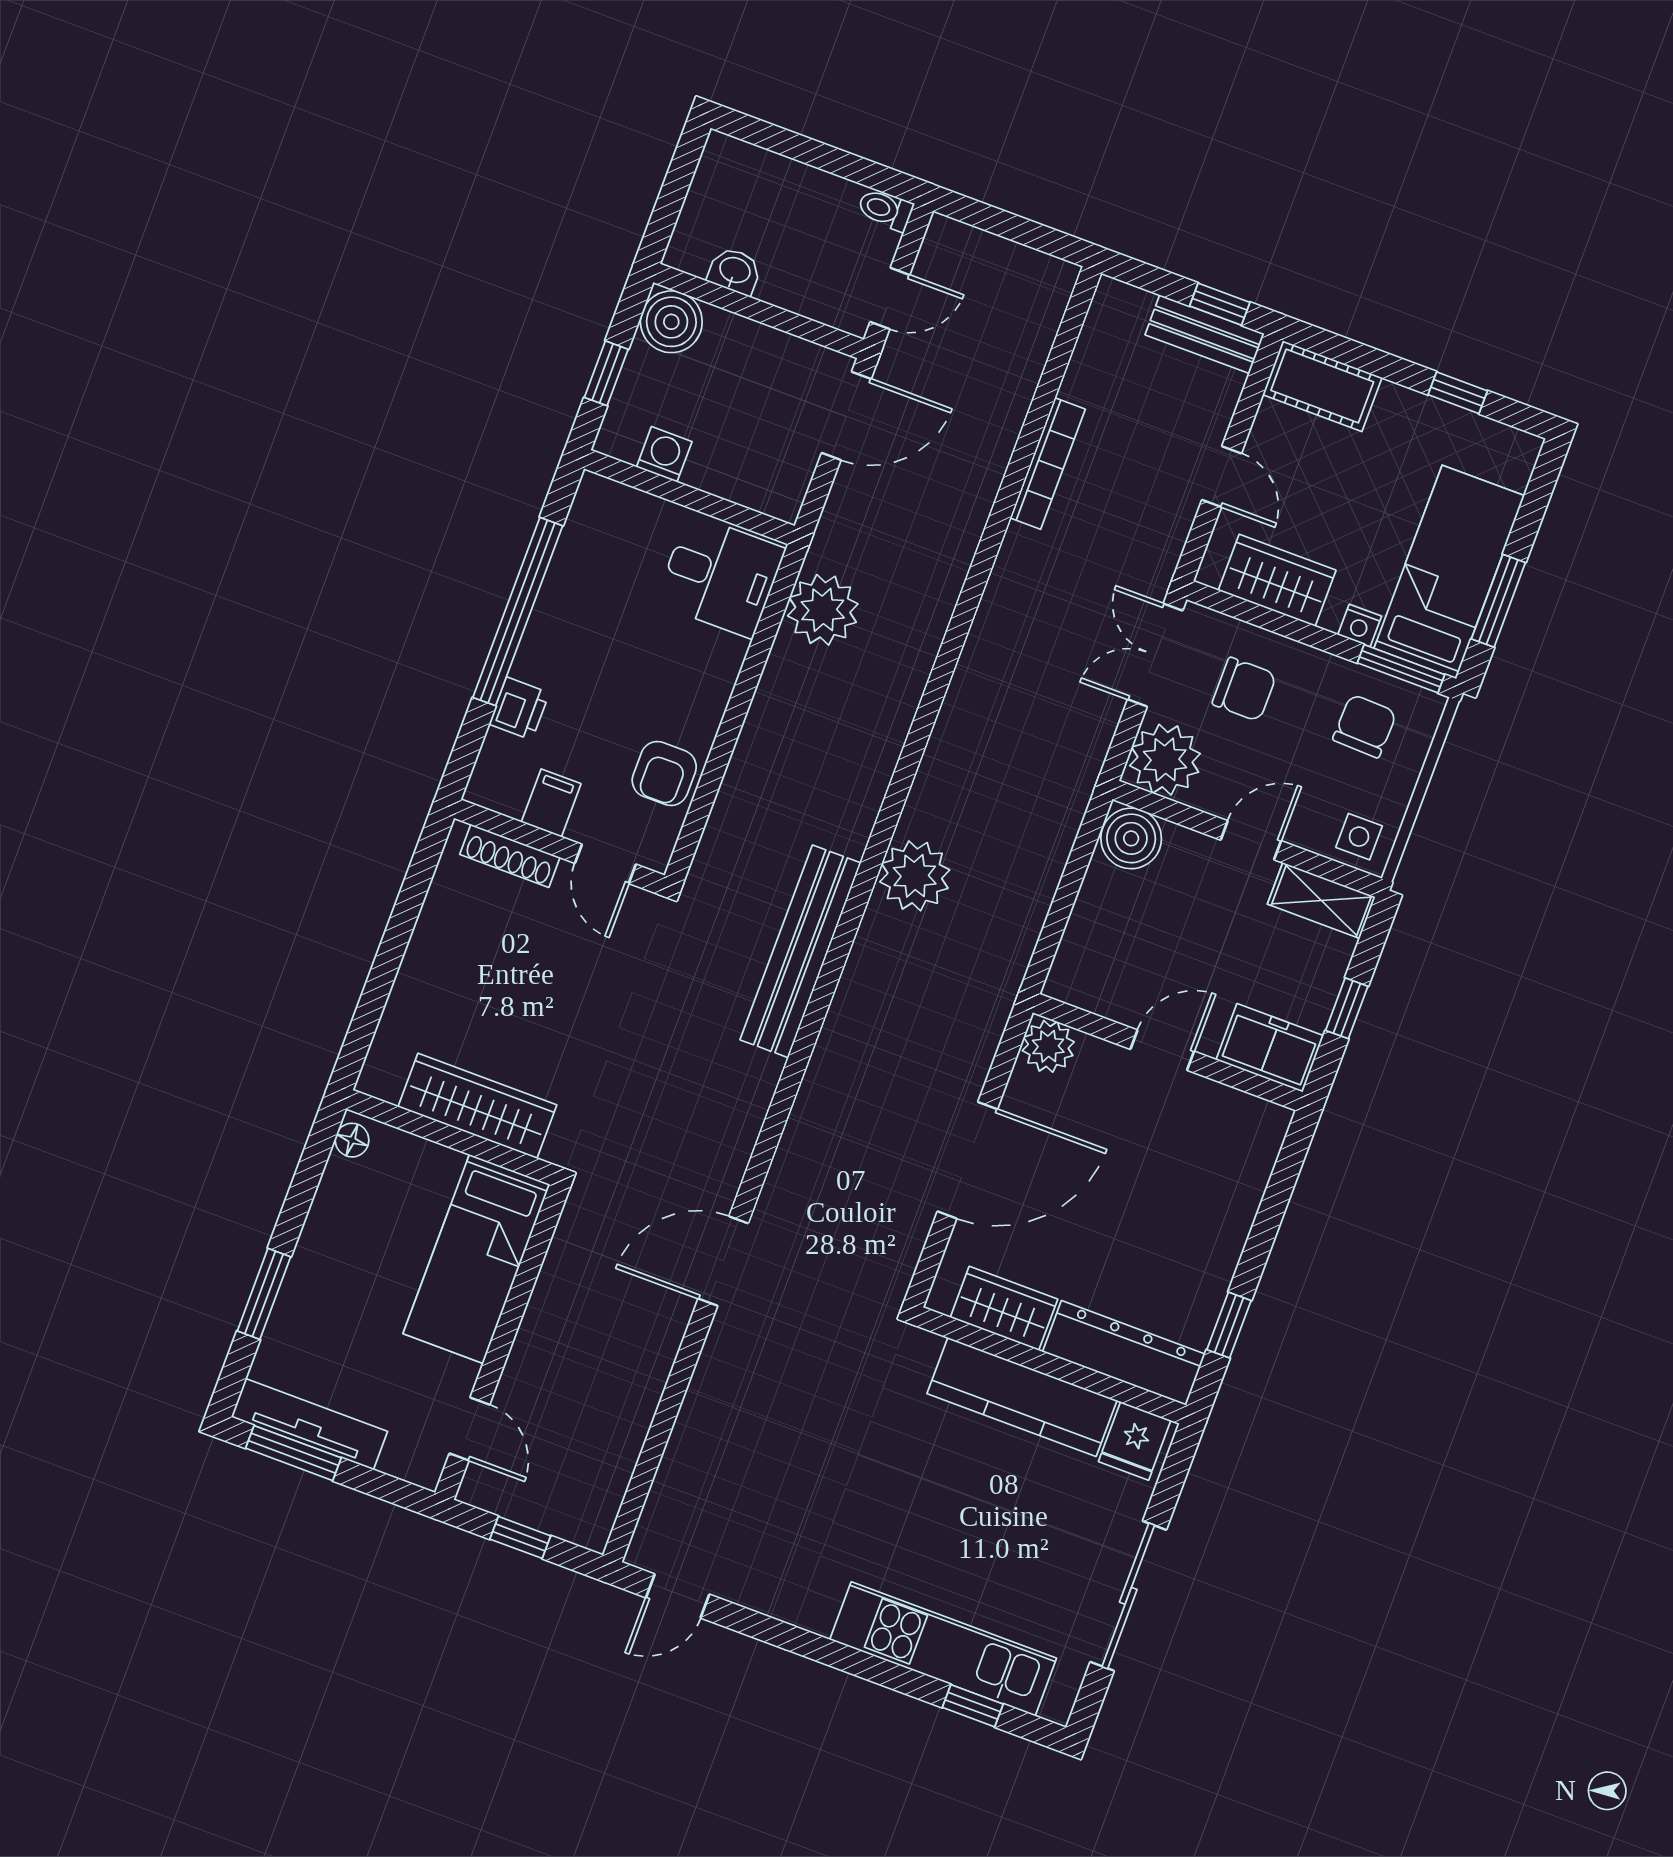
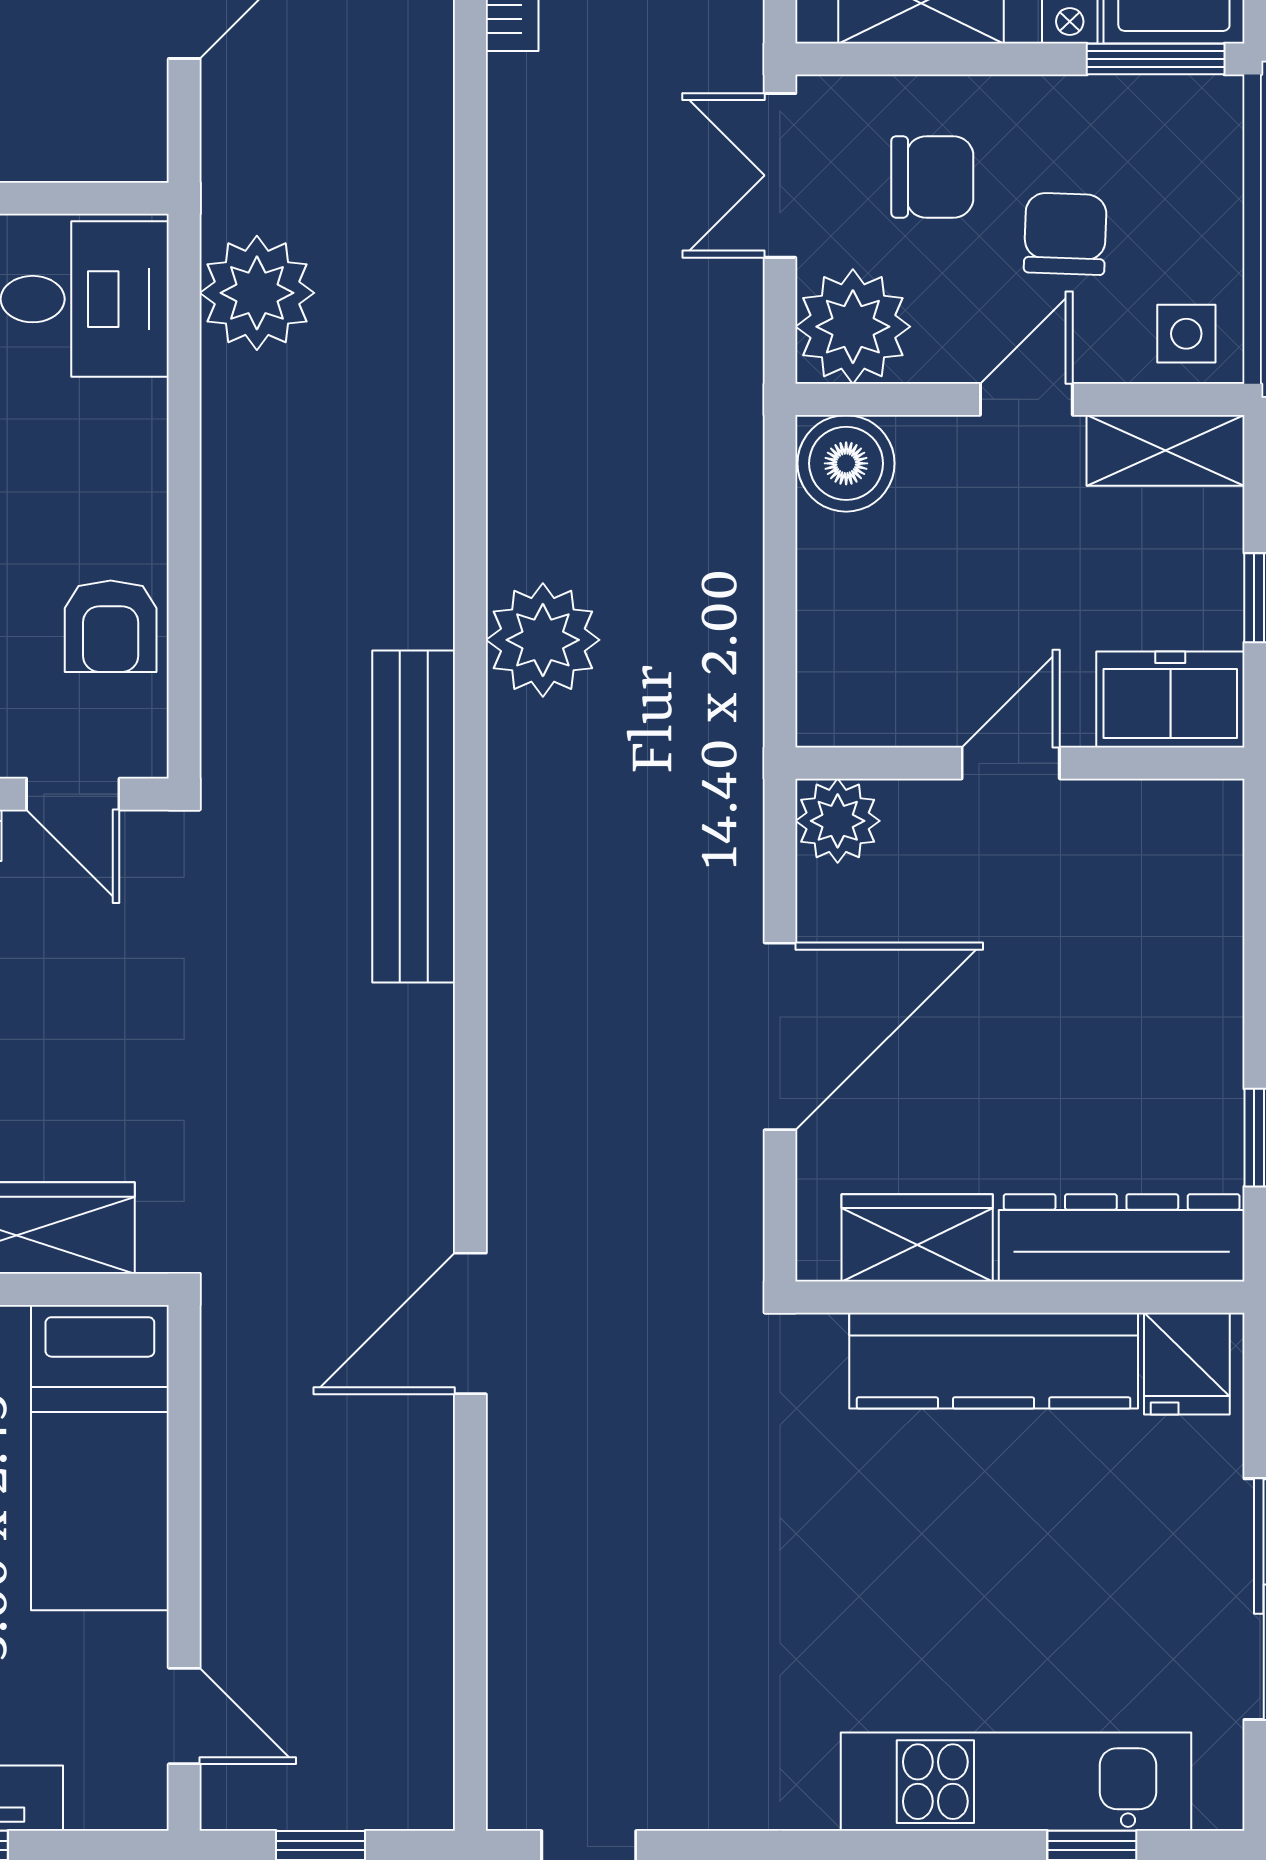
chair: (1365, 726) -> (1065, 234), moved

